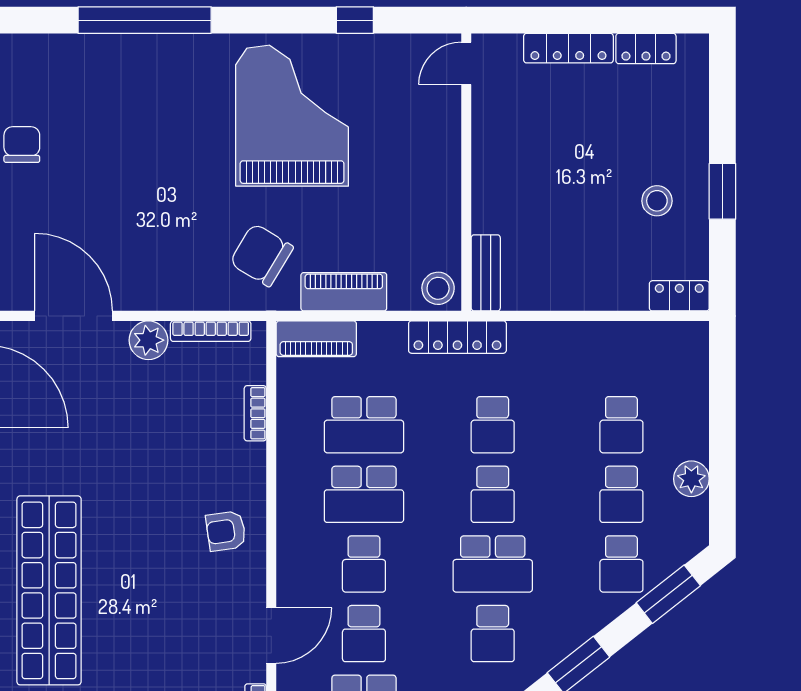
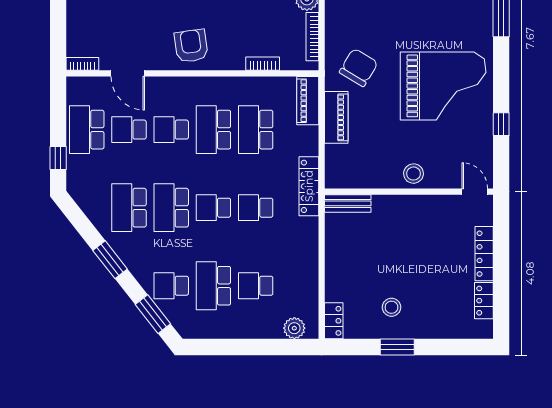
stool: (438, 288) -> (414, 174), moved
plant: (691, 479) -> (294, 328), moved
school desk: (621, 494) -> (213, 286), width x1.85
armchair: (226, 531) -> (191, 46), width x1.38, depth x1.38
school desk: (493, 634) -> (129, 208), width x1.85

